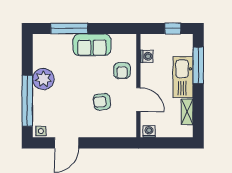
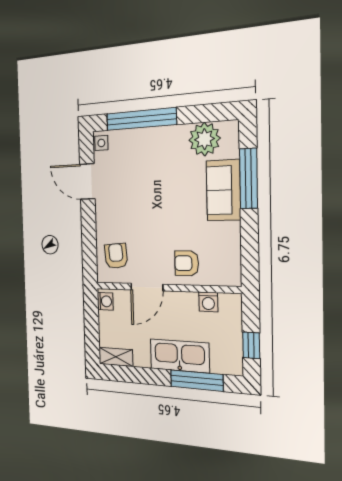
sofa: (92, 45) -> (223, 190), moved
plant: (43, 79) -> (204, 139), moved
armchair: (102, 102) -> (116, 256), moved
shelving: (187, 112) -> (116, 357), moved

